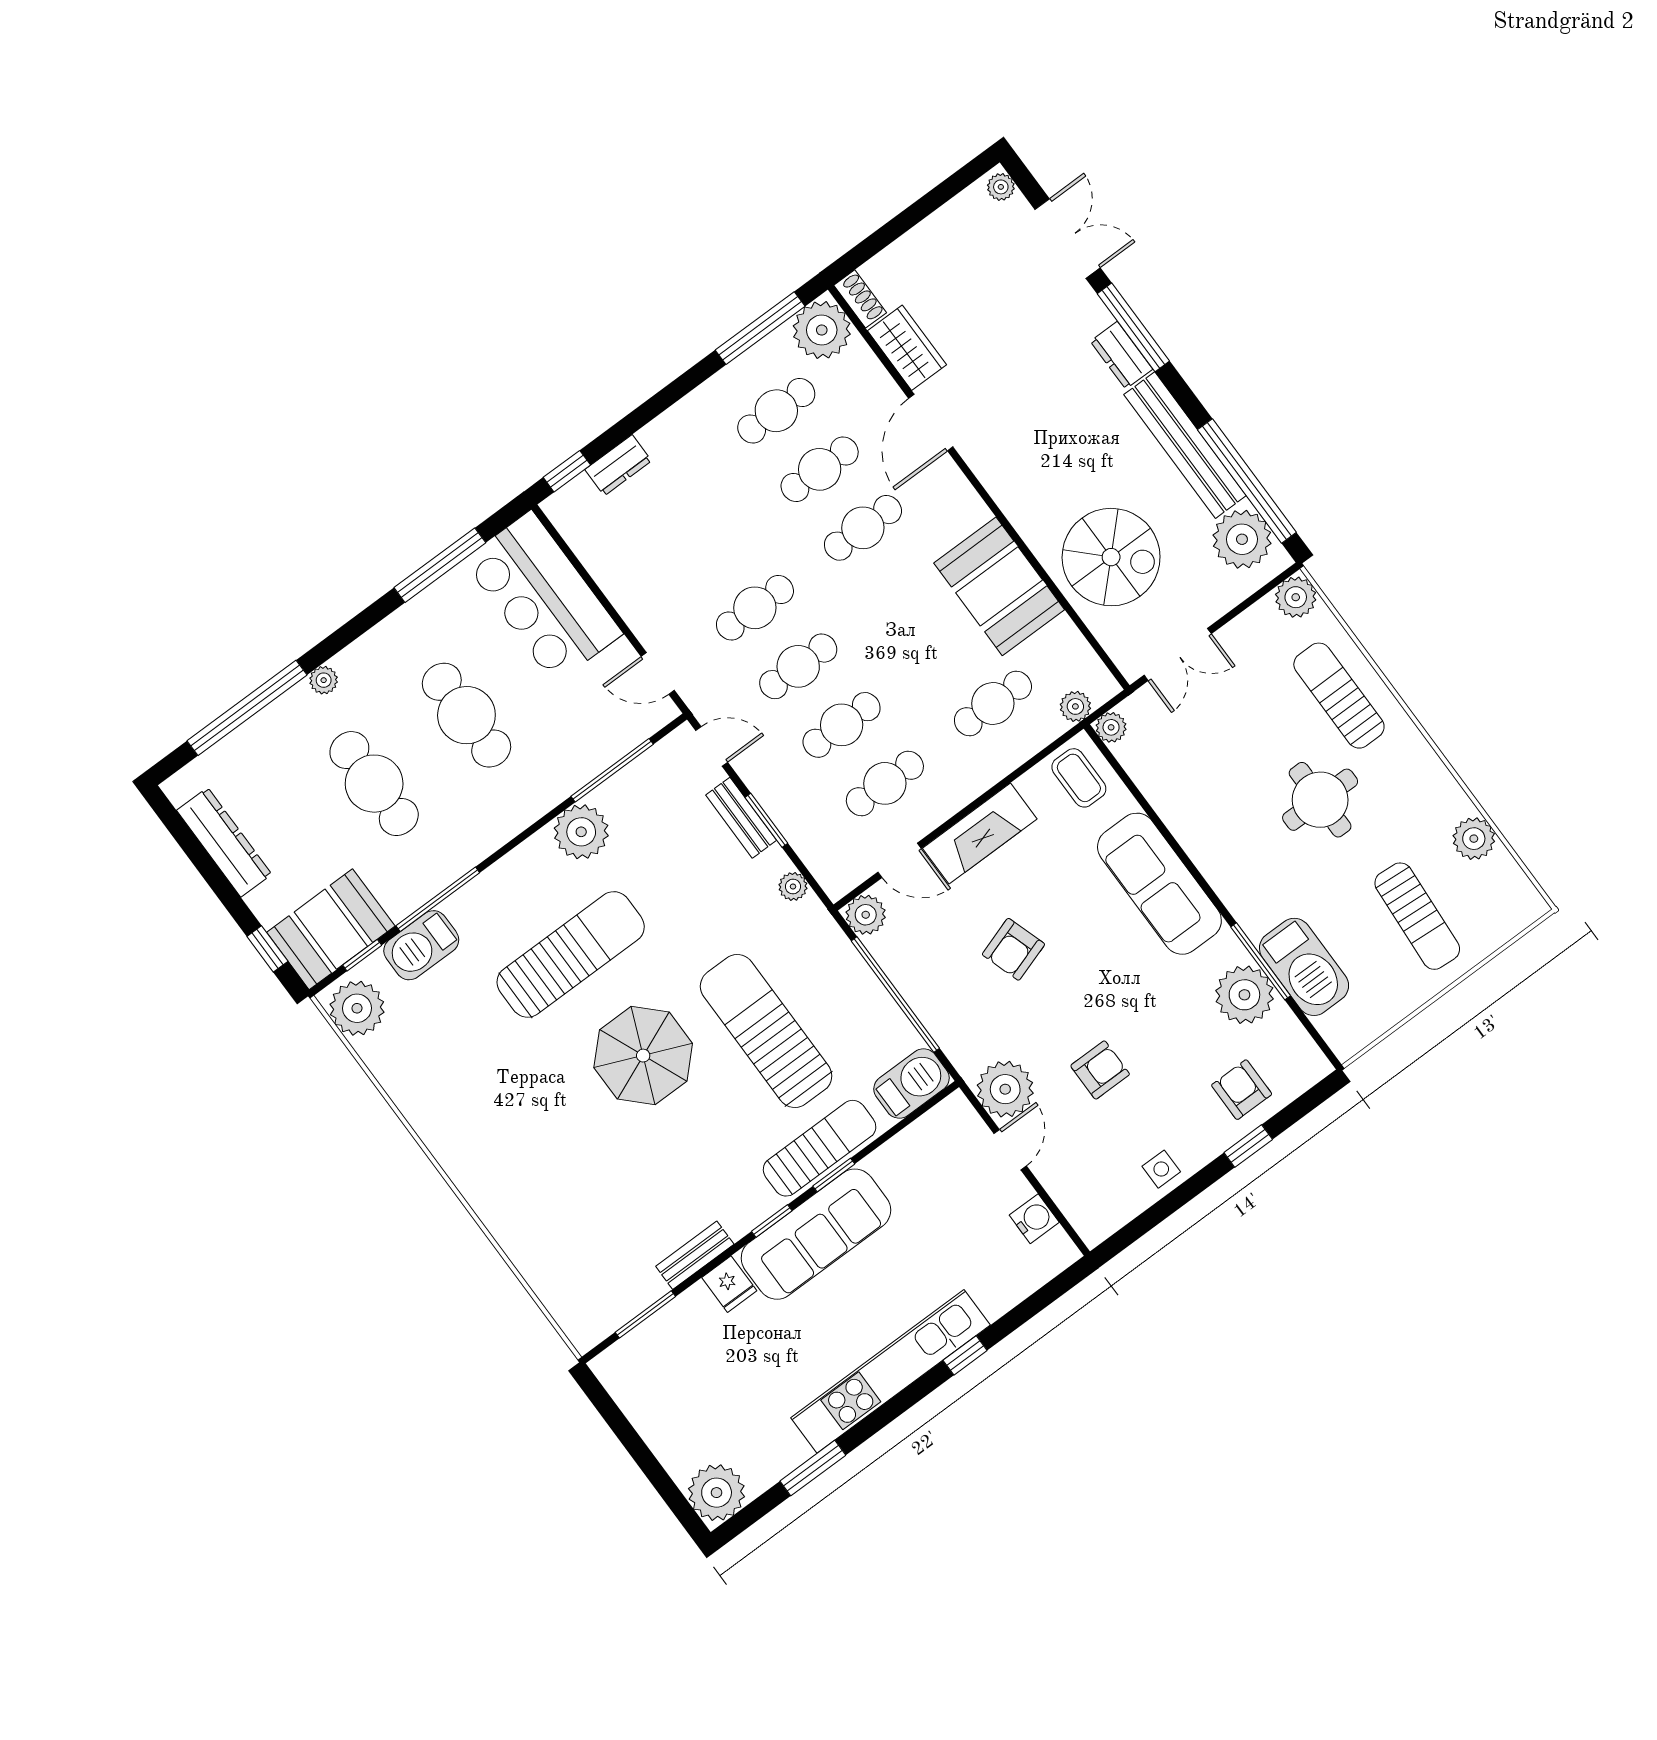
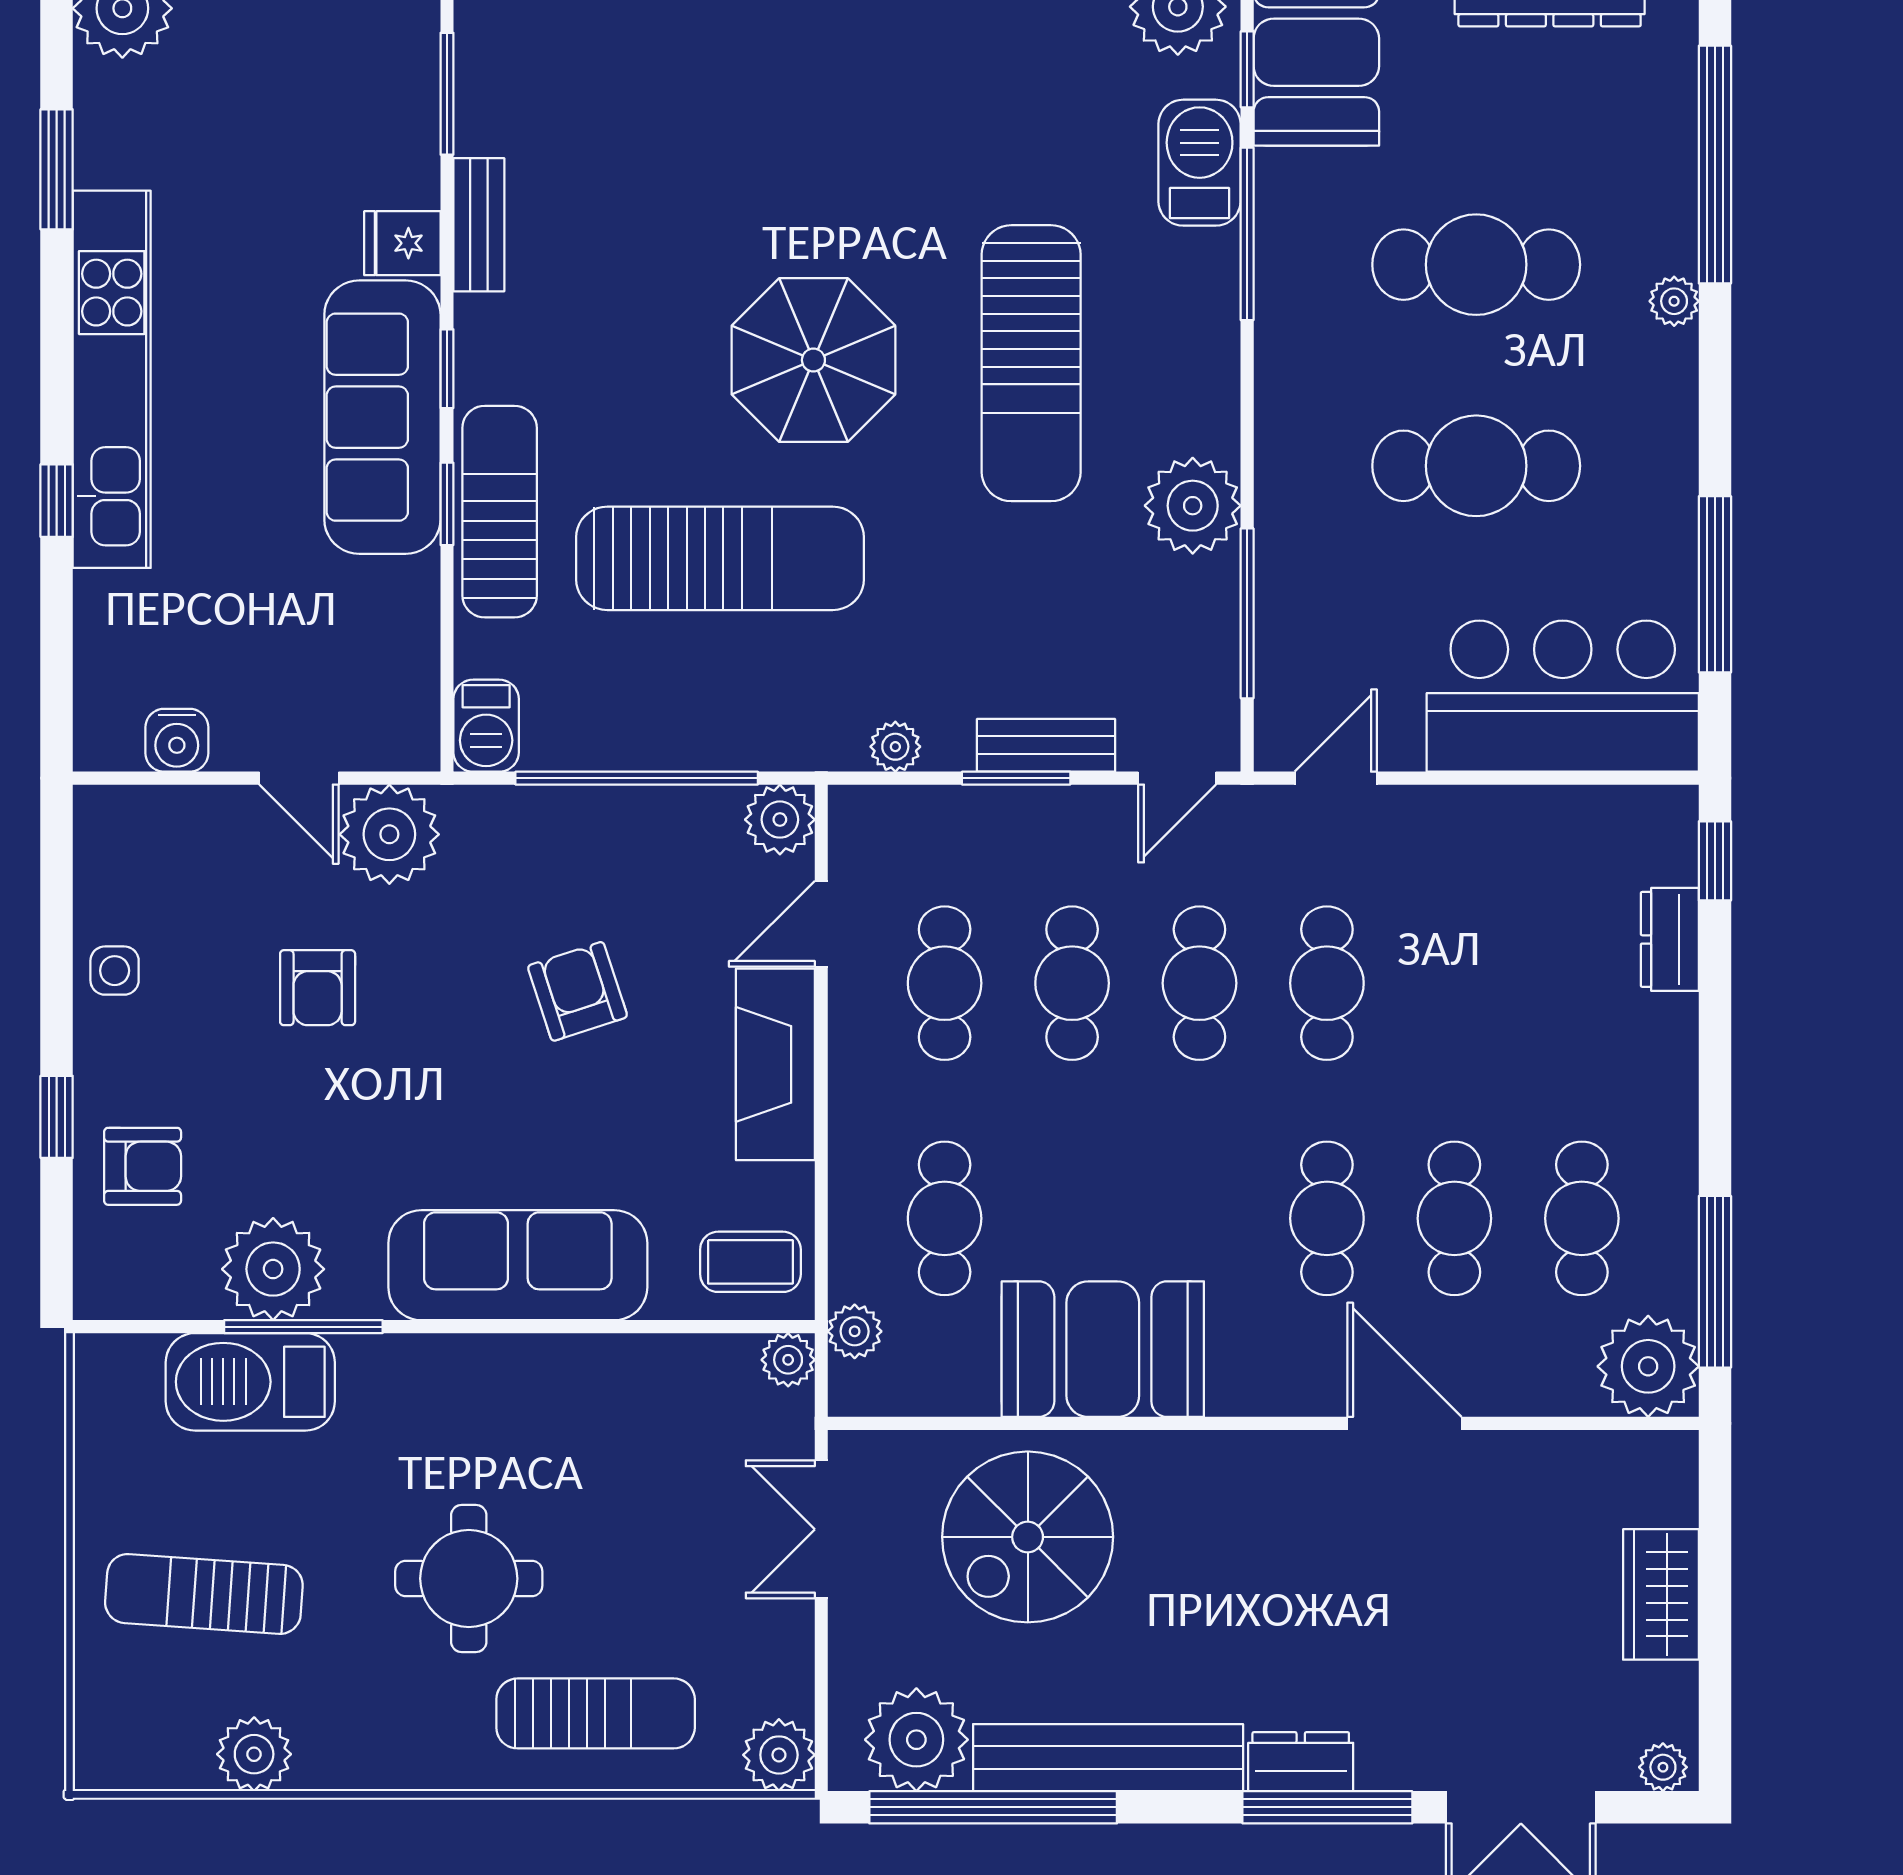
shoe rack: (860, 299) -> (1652, 1453), removed
wardrobe: (907, 348) -> (1661, 1594), moved, turned 90
barbecue: (912, 1084) -> (486, 726), width x0.73, depth x0.79
sun lounger: (820, 1148) -> (500, 512), turned 180

